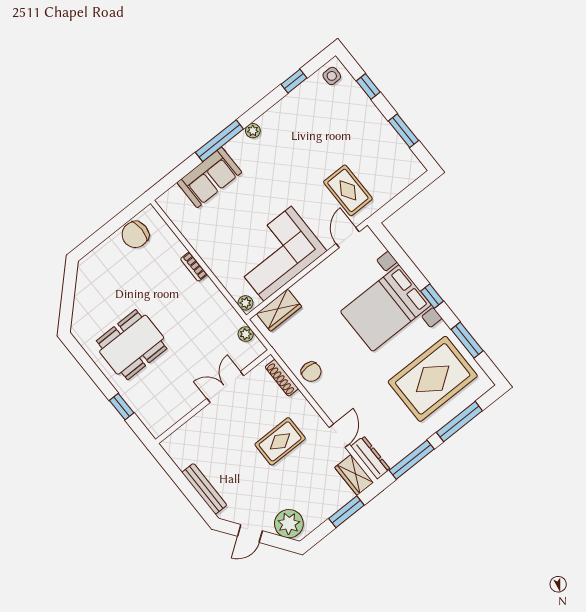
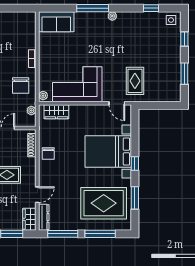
sofa: (209, 177) -> (56, 22), moved
chair: (135, 235) -> (21, 85), moved, turned -90
door: (348, 238) -> (117, 103), swing flipped

